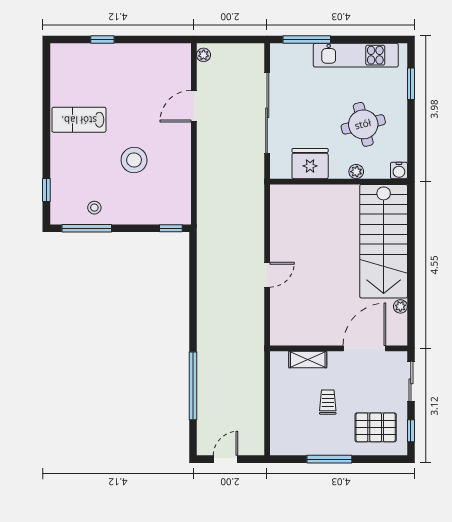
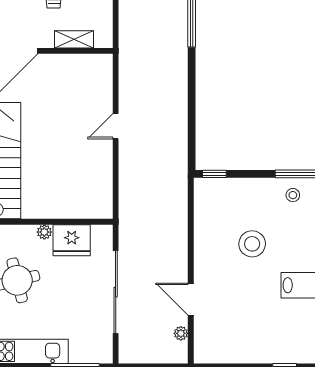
plant: (204, 55) -> (181, 333), moved
door: (194, 106) -> (191, 299), swing flipped
plant: (356, 172) -> (44, 232), moved

